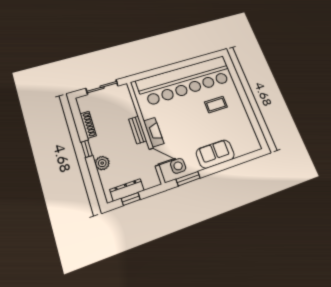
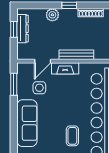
bench: (138, 130) -> (76, 55), width x1.36
sofa: (215, 154) -> (27, 123), width x1.36
side table: (178, 166) -> (39, 88), moved

